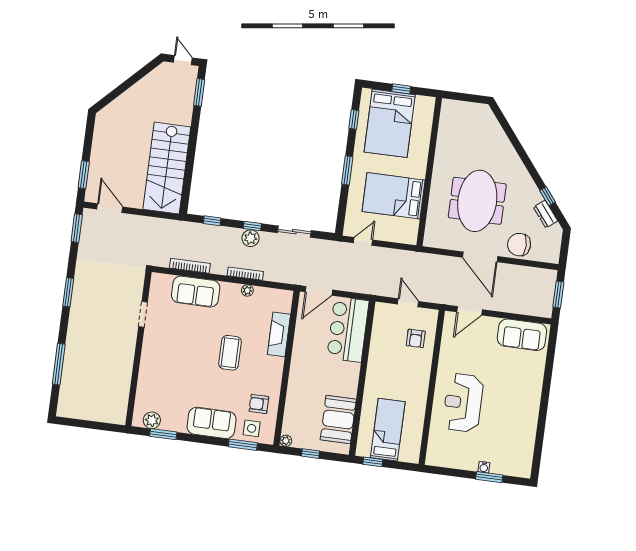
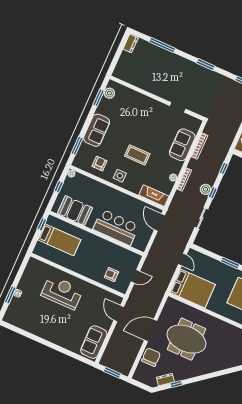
bed: (394, 196) -> (193, 288), moved, turned 90
bar counter: (348, 329) -> (116, 227), moved
fireplace: (279, 334) -> (154, 196), moved
dresser: (70, 411) -> (131, 43), added
side table: (252, 428) -> (120, 176), moved

